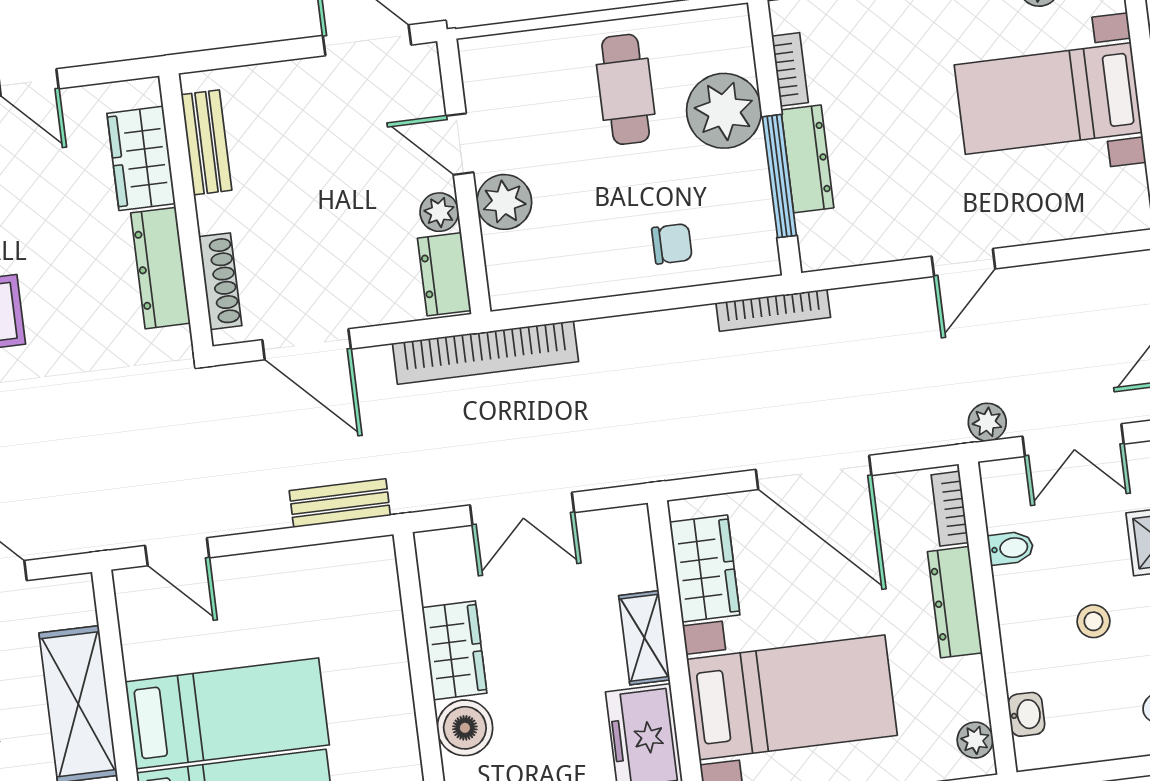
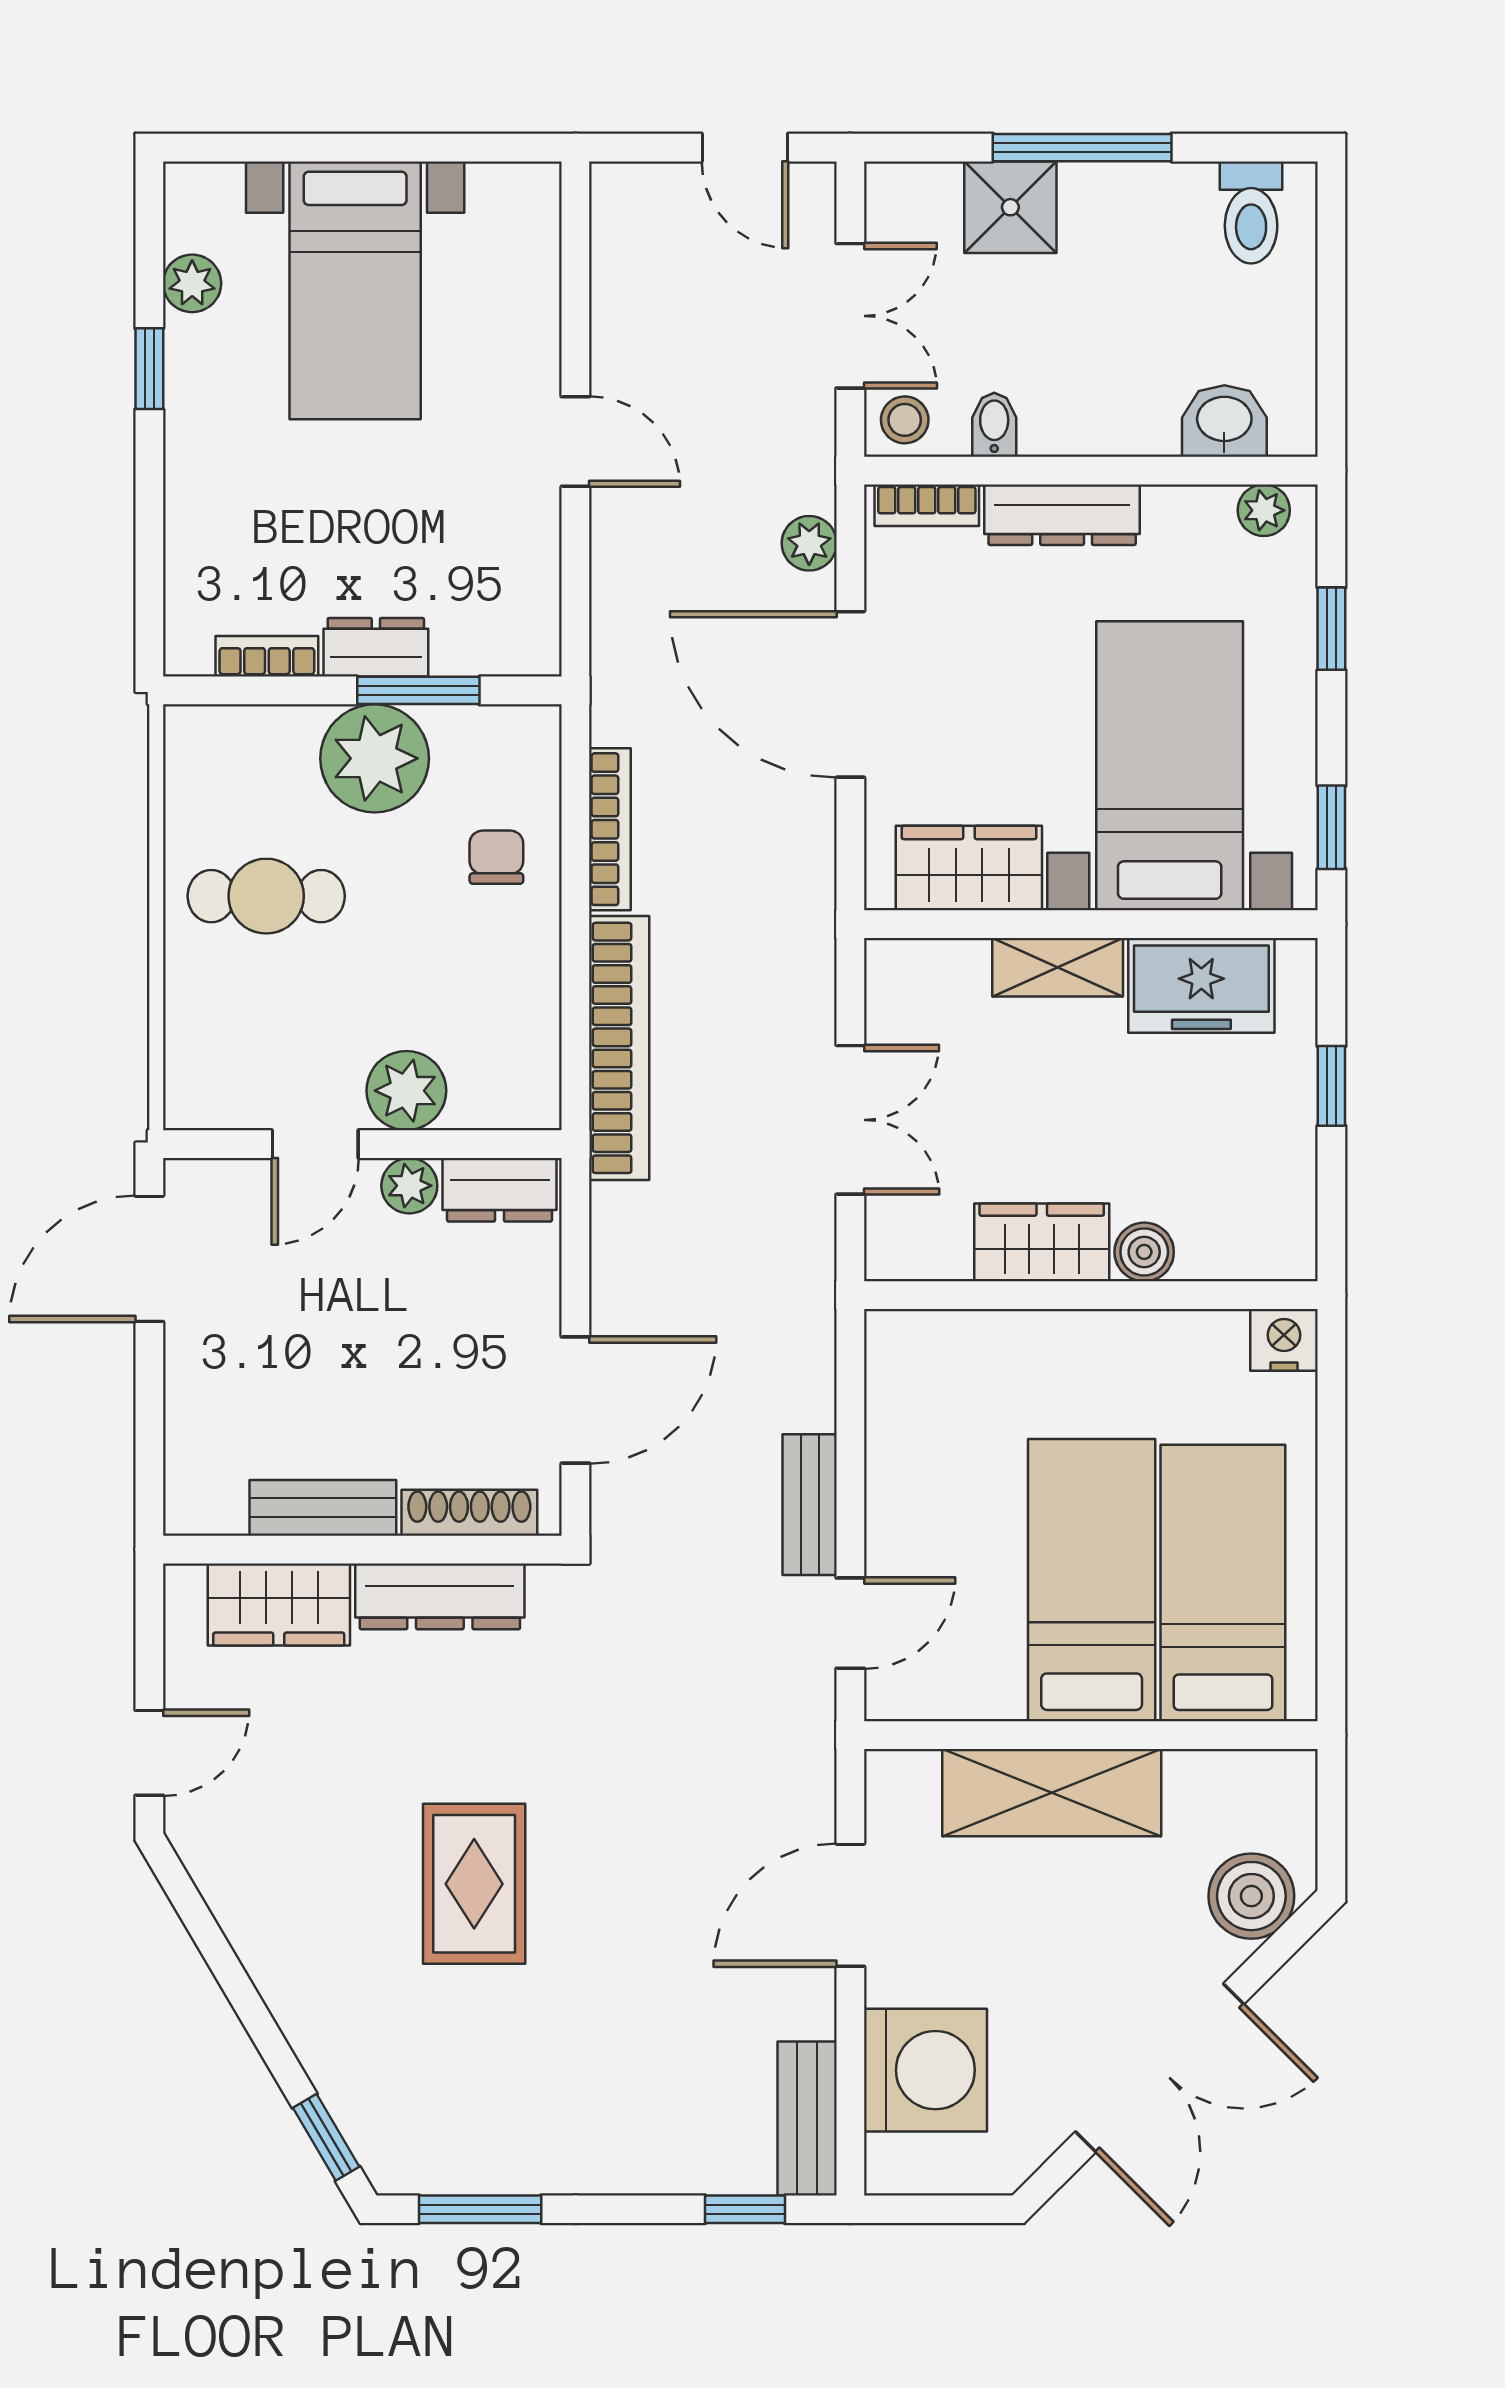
plant: (724, 111) -> (375, 758), moved
bench: (206, 142) -> (323, 1508), moved
dresser: (807, 159) -> (376, 647), width x0.70
window: (779, 176) -> (418, 690), width x0.69
bookcase: (773, 310) -> (610, 829), moved
bookcase: (485, 352) -> (619, 1048), moved
plant: (987, 422) -> (809, 543), moved
door: (814, 472) -> (850, 694), swing flipped
bench: (340, 503) -> (810, 1505), moved
stool: (1093, 621) -> (905, 420), moved
washbasin: (1026, 714) -> (1224, 421), width x1.38, depth x1.45
boiler: (465, 728) -> (1144, 1252), width x0.73, depth x0.73

